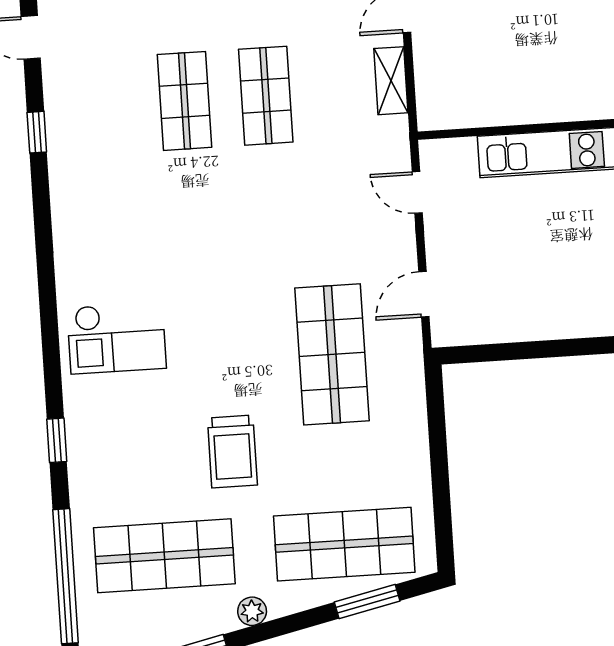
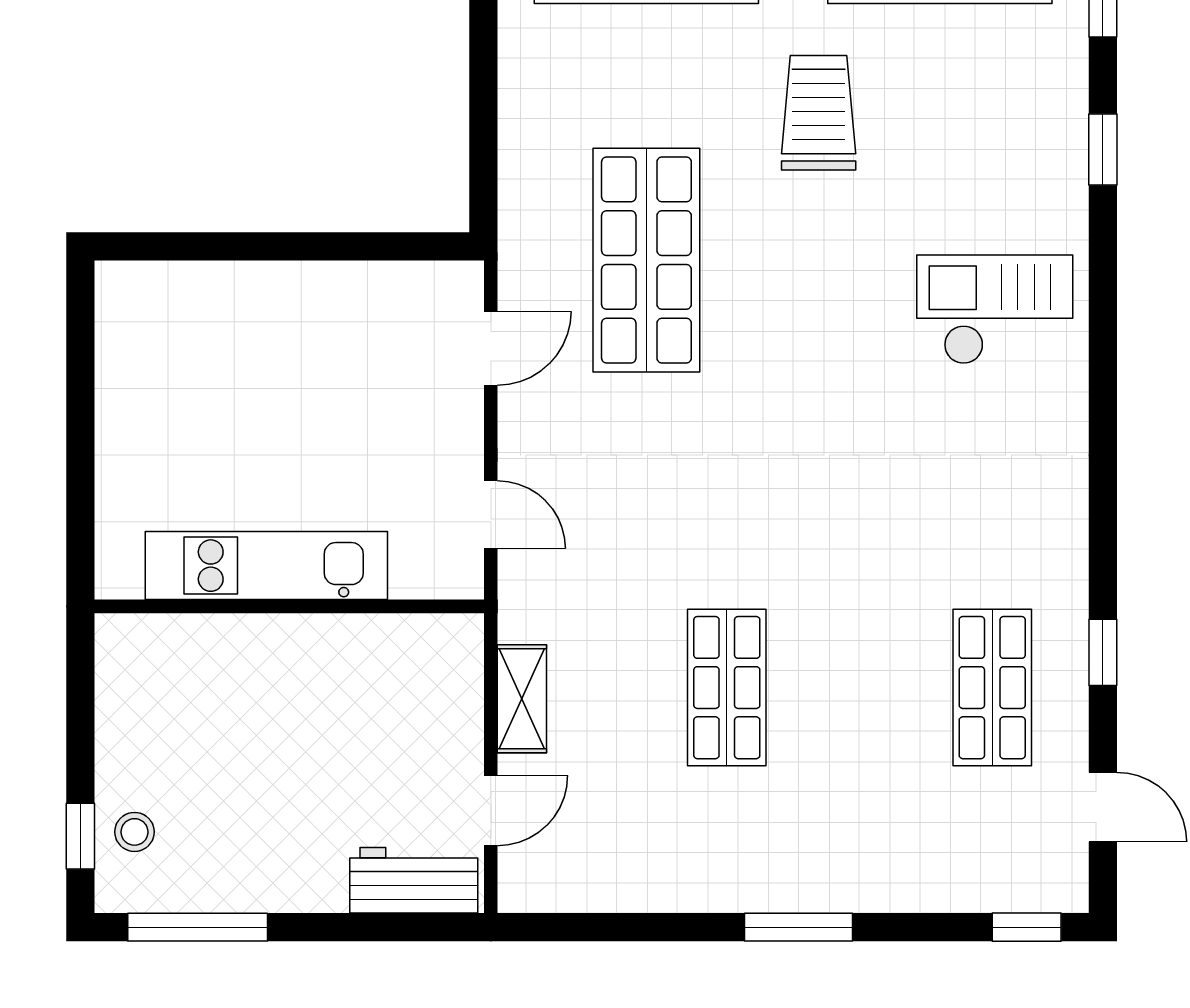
shop shelf: (185, 101) -> (992, 688), moved

